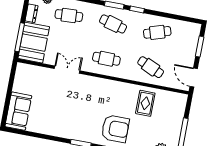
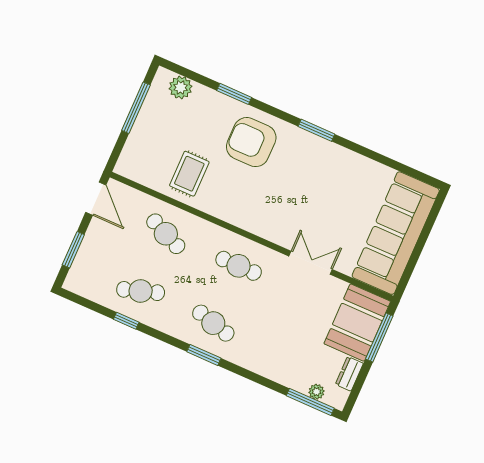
window: (137, 9) -> (126, 321), moved
cafe table: (69, 16) -> (286, 355), removed
double door: (67, 70) -> (311, 263), swing flipped
sofa: (18, 111) -> (396, 233), width x1.85, depth x1.27

